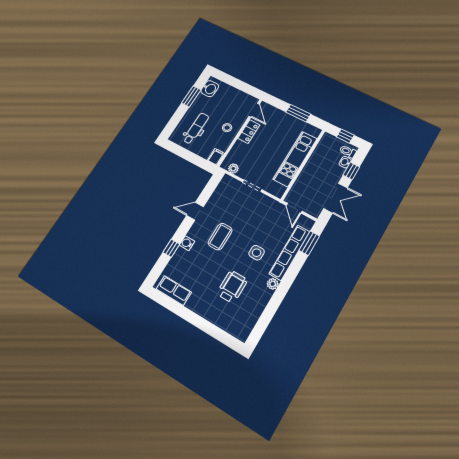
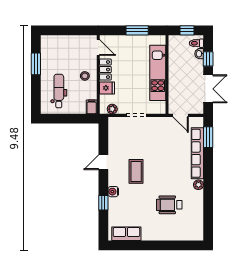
washbasin: (210, 89) -> (47, 48), removed
fridge: (240, 148) -> (107, 88), added
side table: (257, 253) -> (172, 168), removed
wheelchair: (232, 287) -> (169, 205), turned -90

